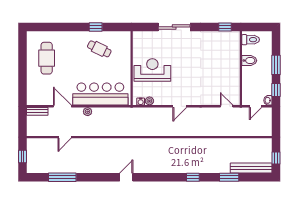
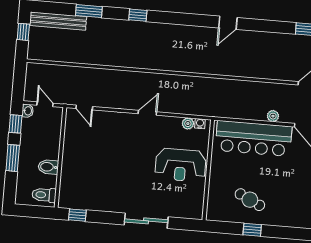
door: (255, 106) -> (45, 104), hinge flipped

